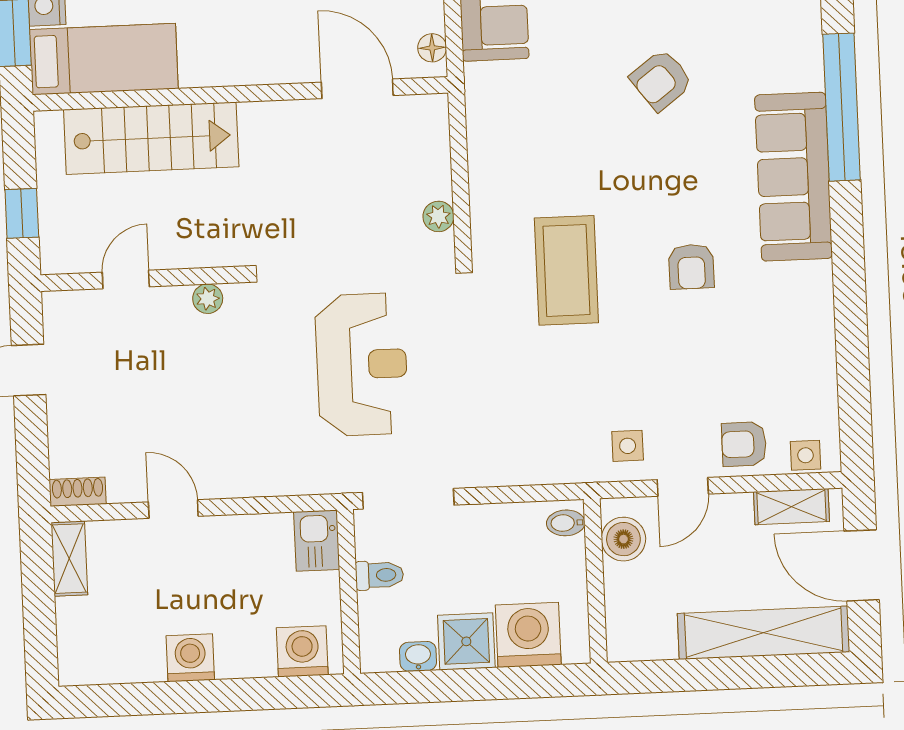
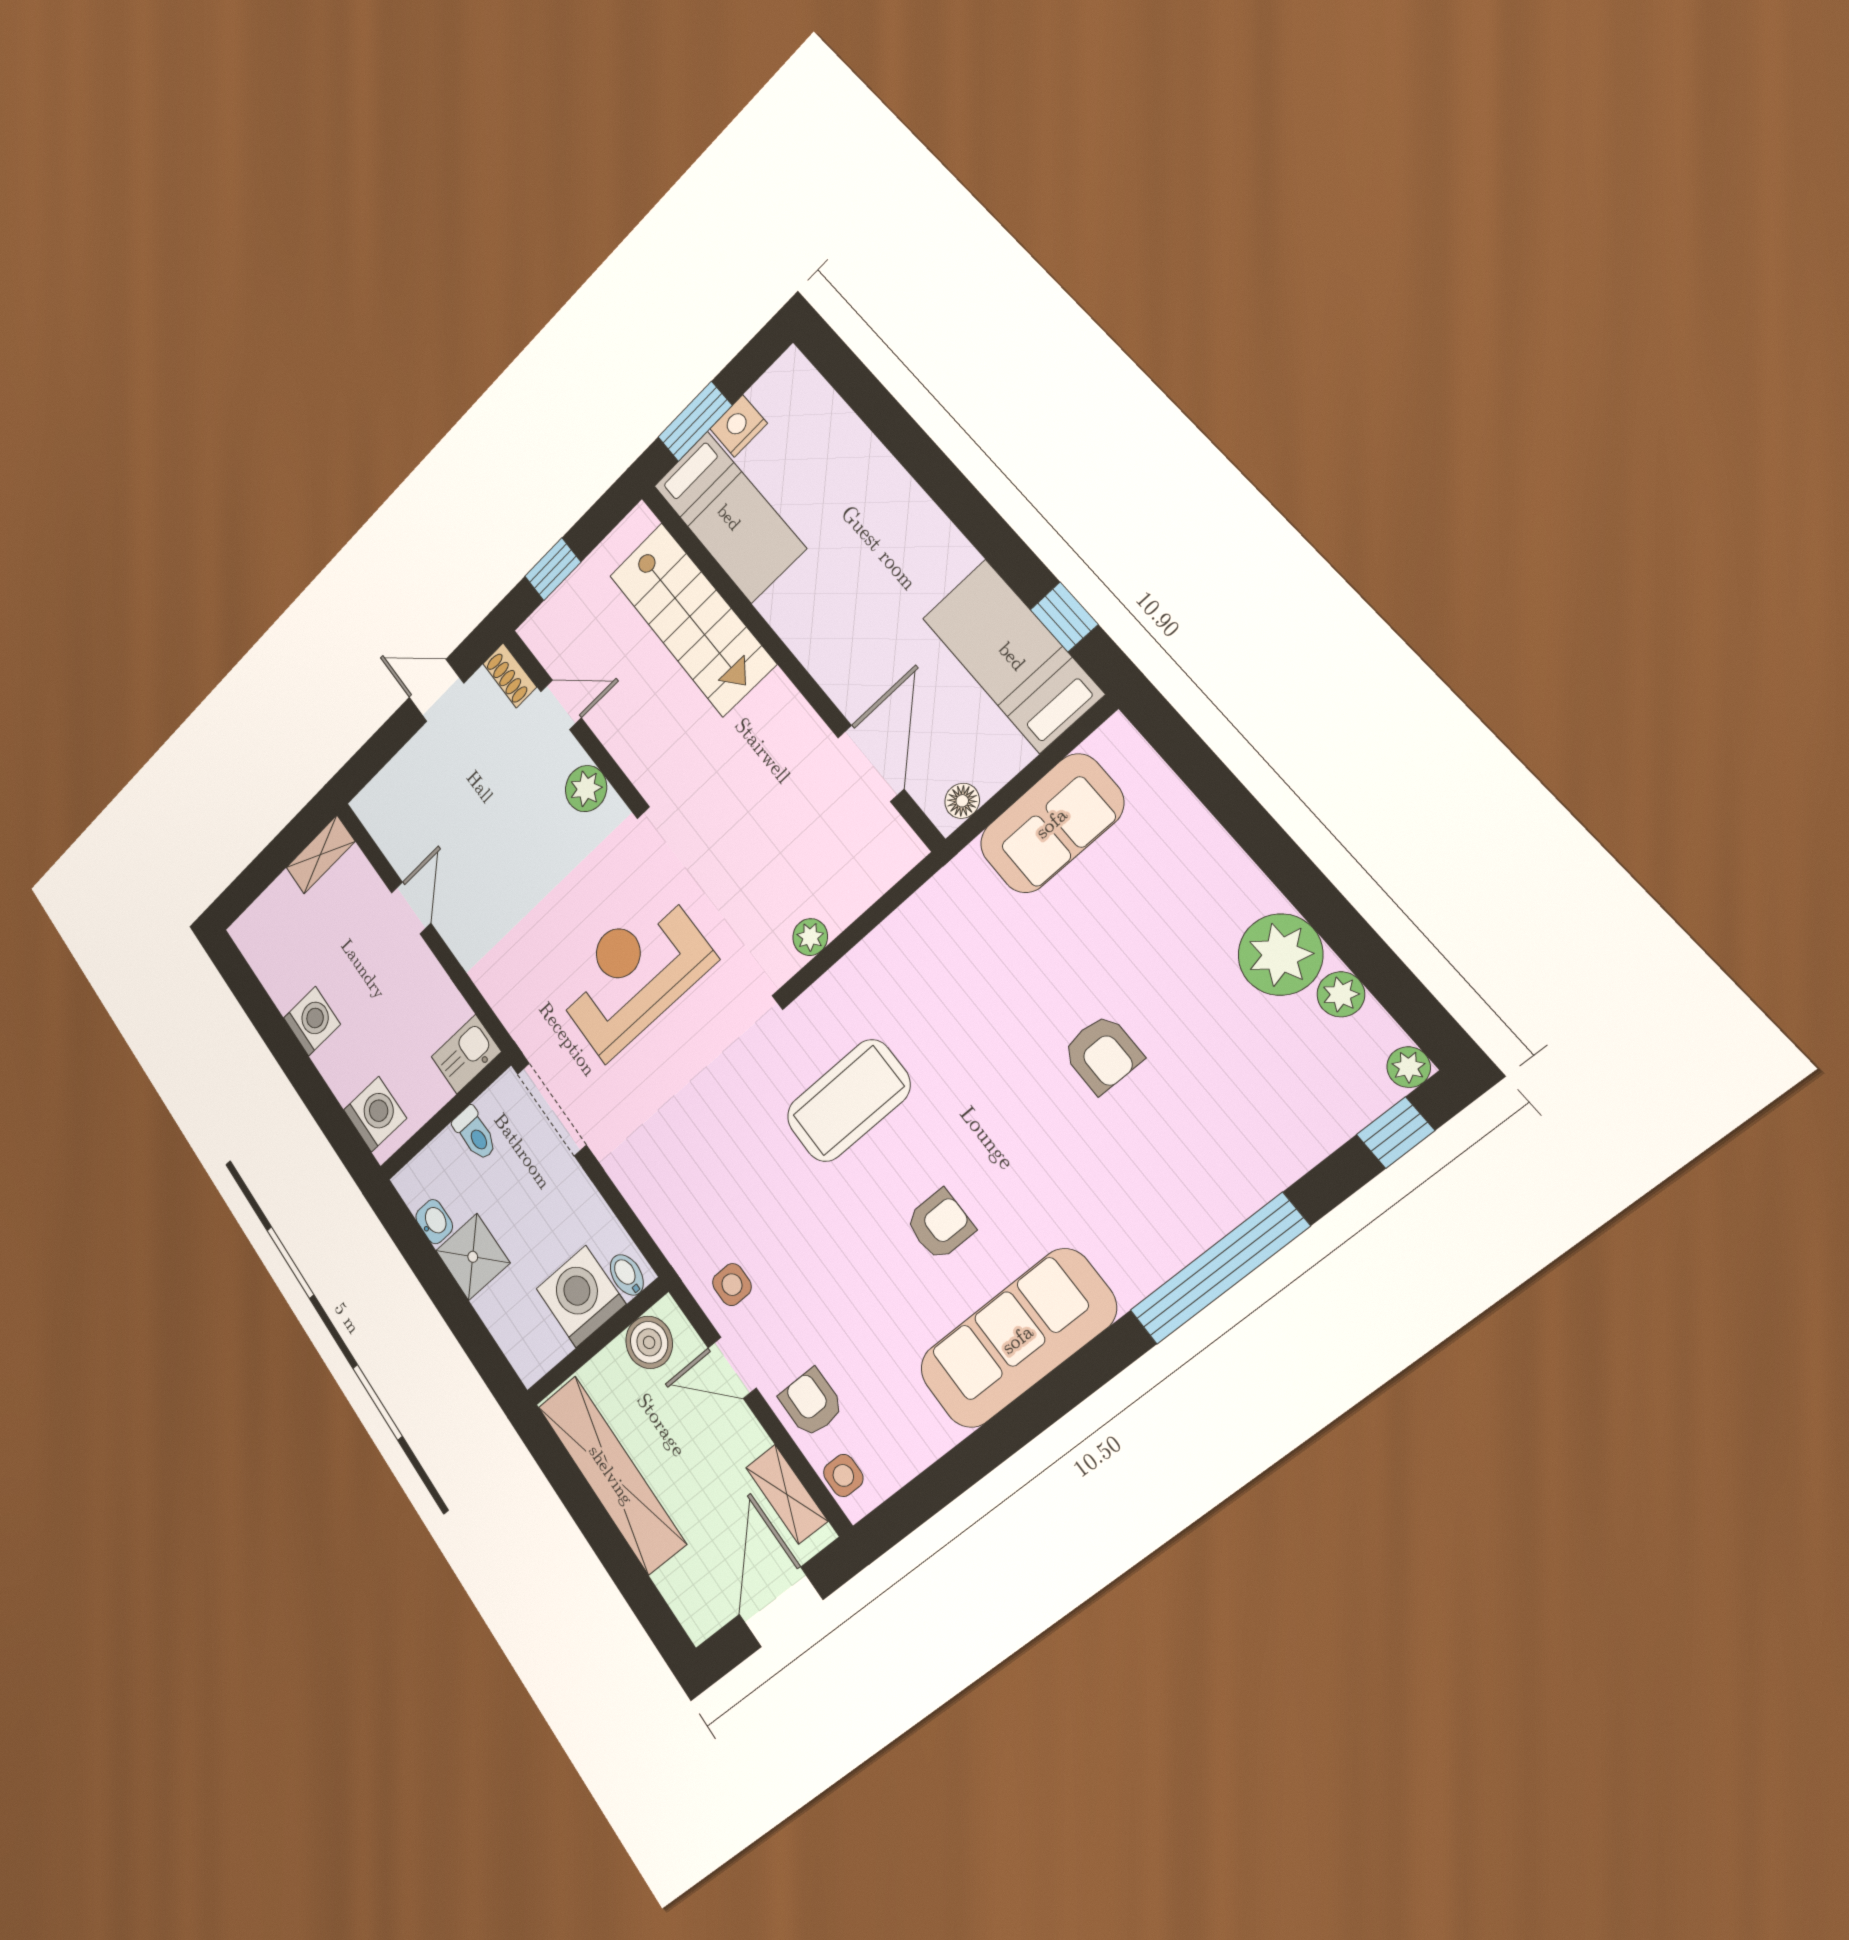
armchair: (661, 80) -> (1102, 1054), turned -143
sofa: (794, 177) -> (1017, 1339), moved
armchair: (691, 267) -> (940, 1225), turned 180
plant: (208, 299) -> (586, 789), width x1.38, depth x1.38
reception desk: (362, 364) -> (633, 974), turned 180
shoe rack: (78, 492) -> (510, 675), moved, turned 180
shelving: (764, 633) -> (611, 1475), moved
washing machine: (528, 635) -> (581, 1297), moved, turned -90

